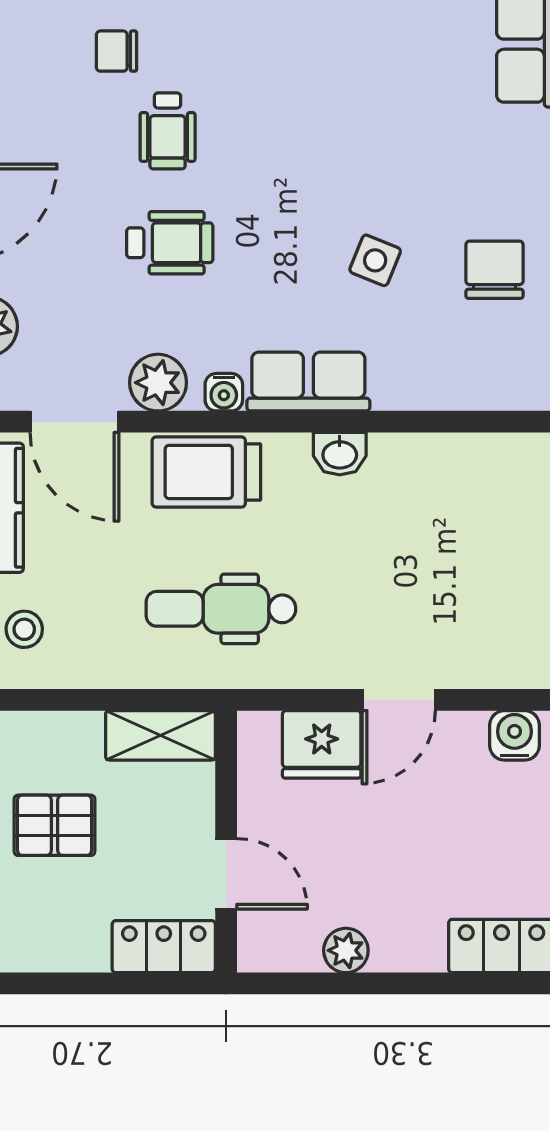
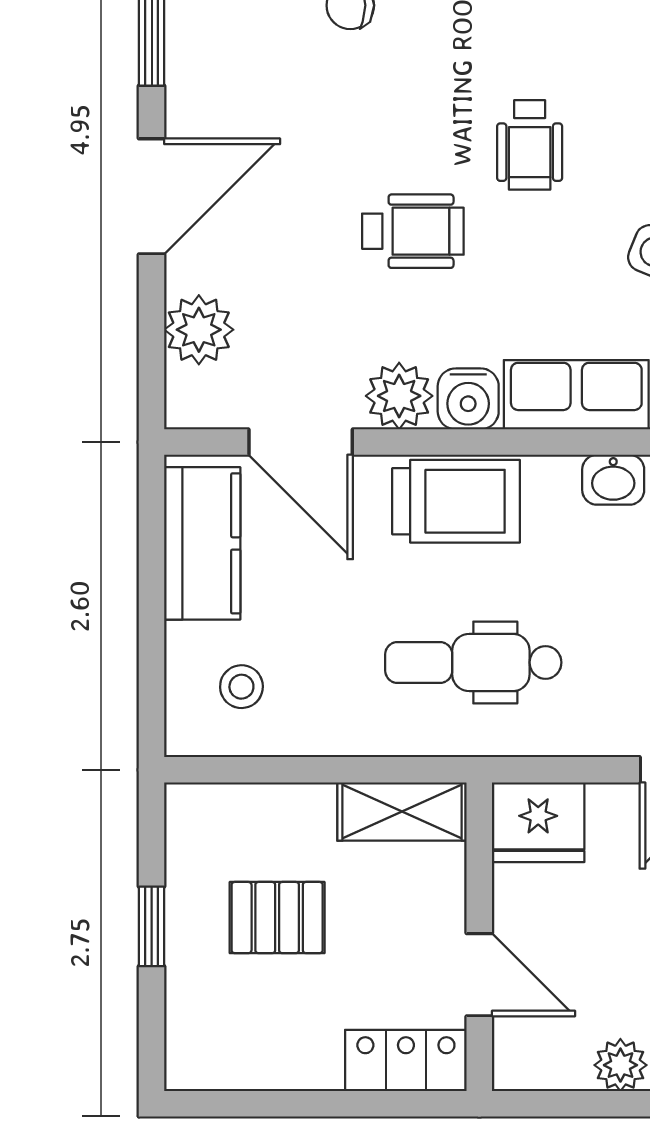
wheelchair: (168, 131) -> (530, 145), moved
water cooler: (224, 392) -> (468, 399), width x1.38, depth x1.38
trolley: (206, 472) -> (456, 501), turned 180
fridge: (322, 744) -> (538, 822), moved

